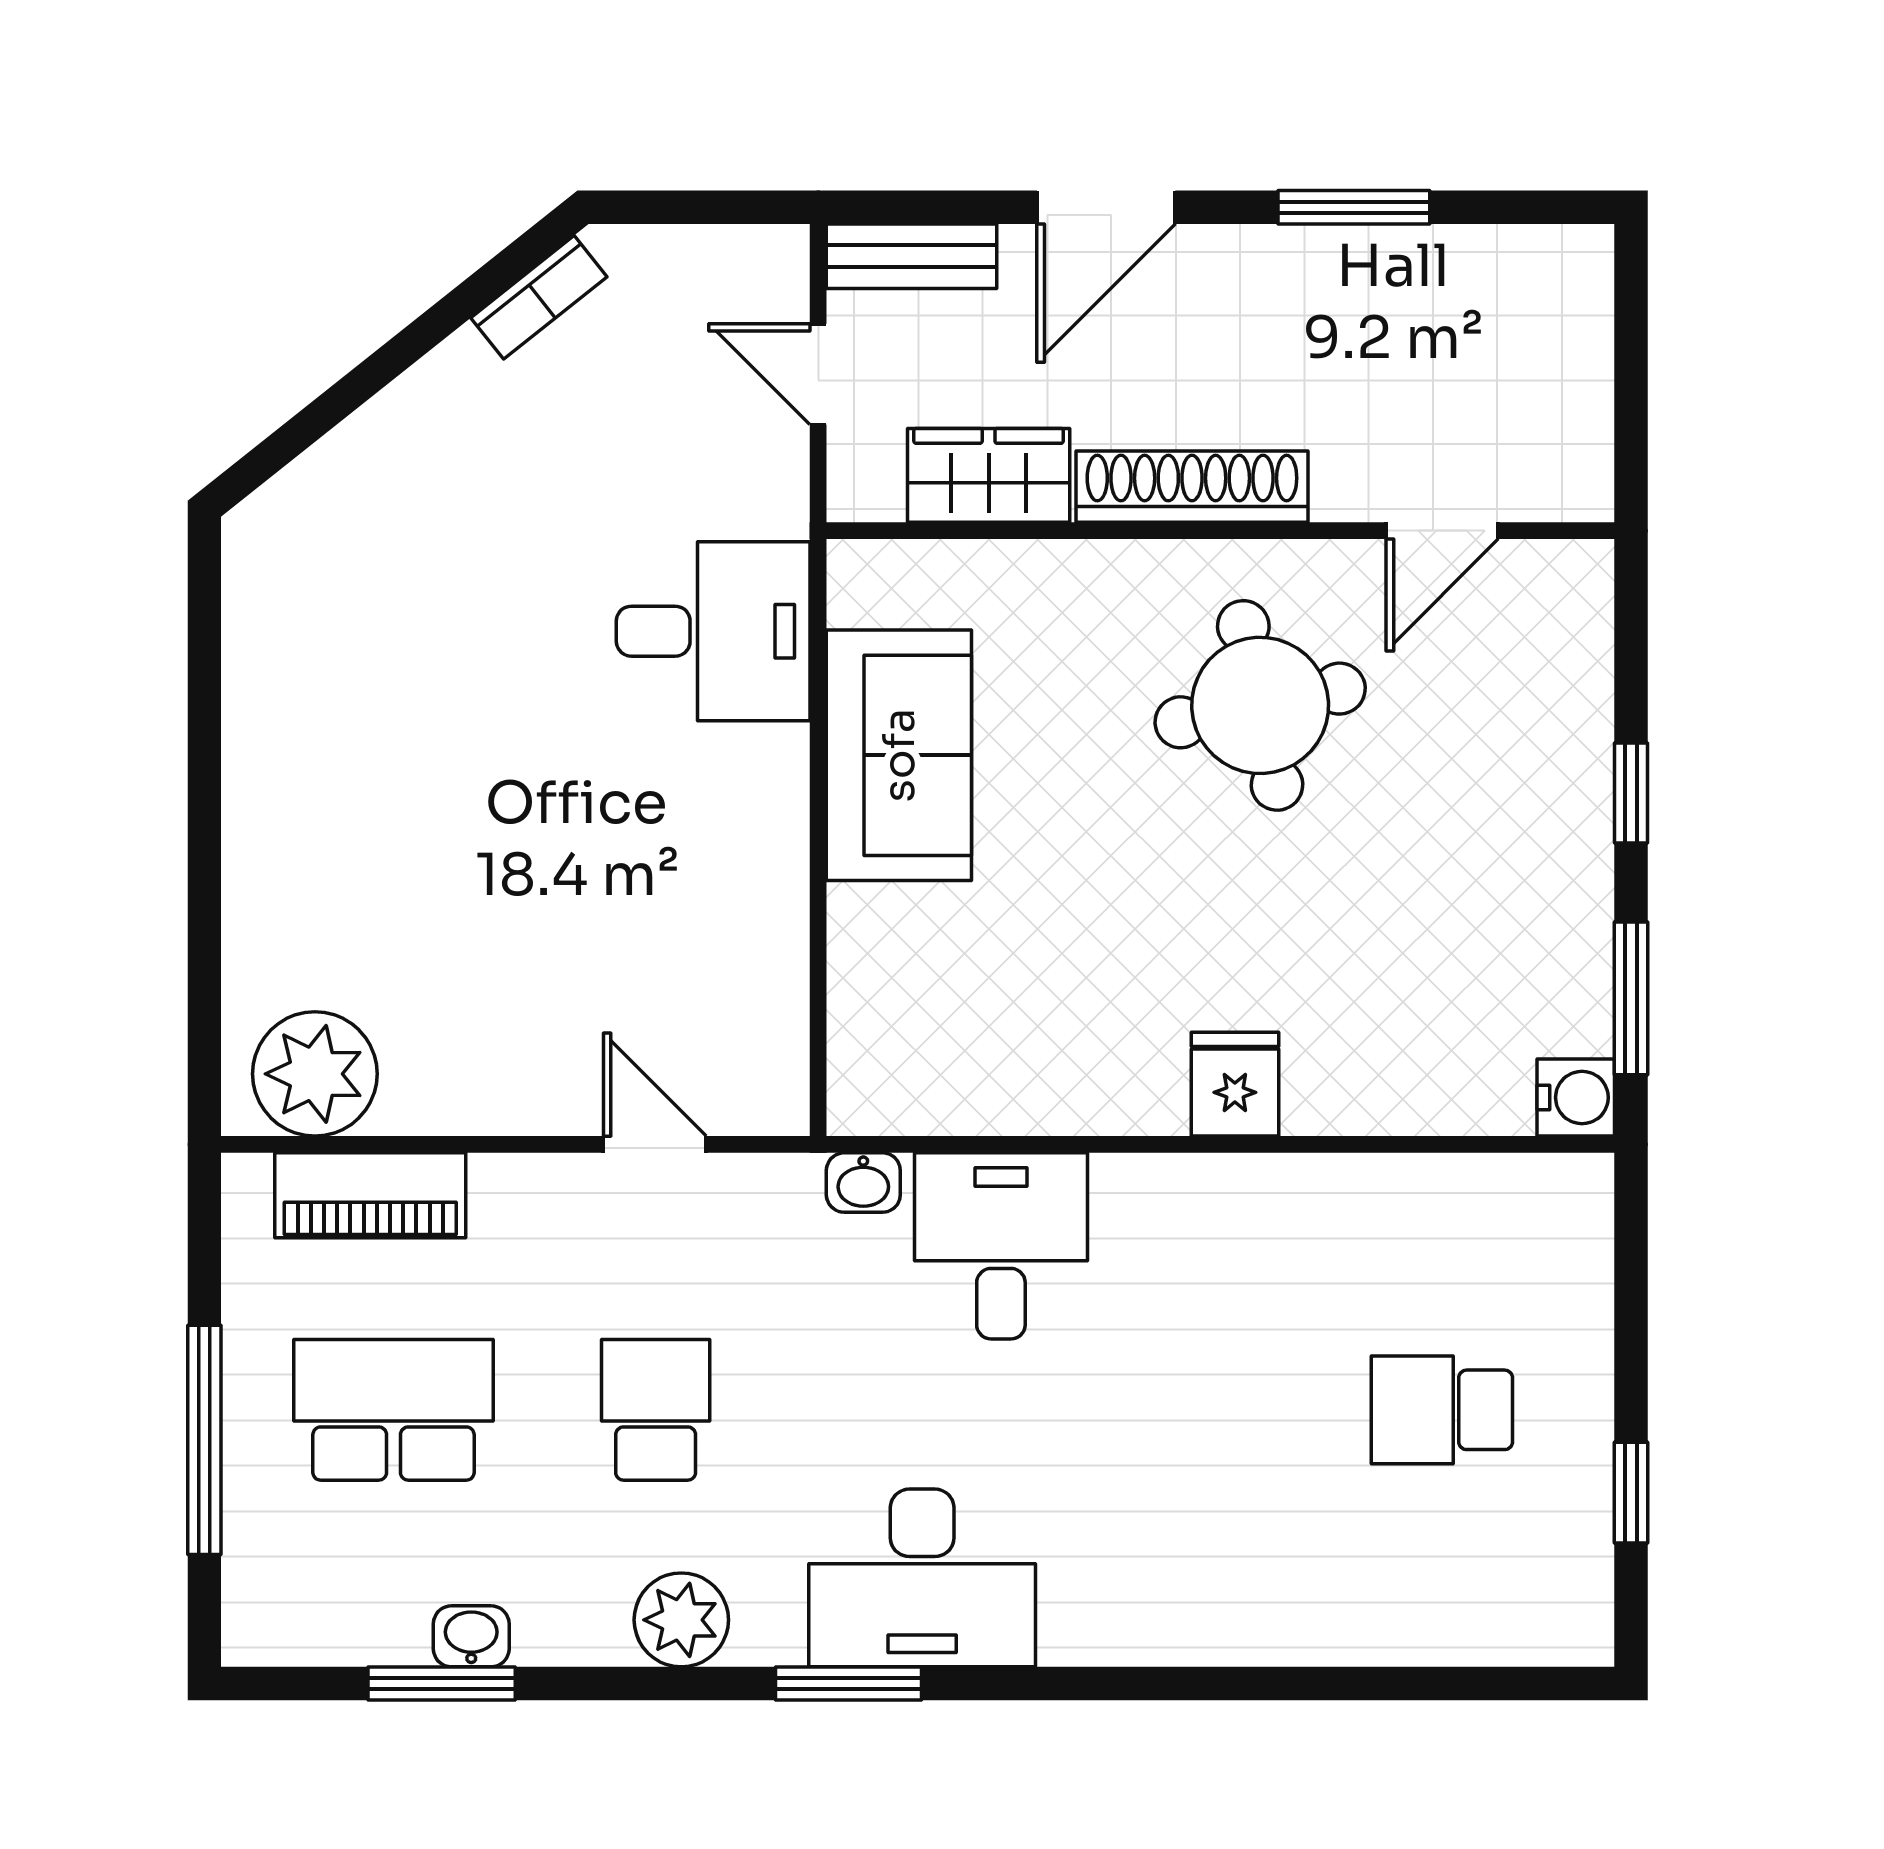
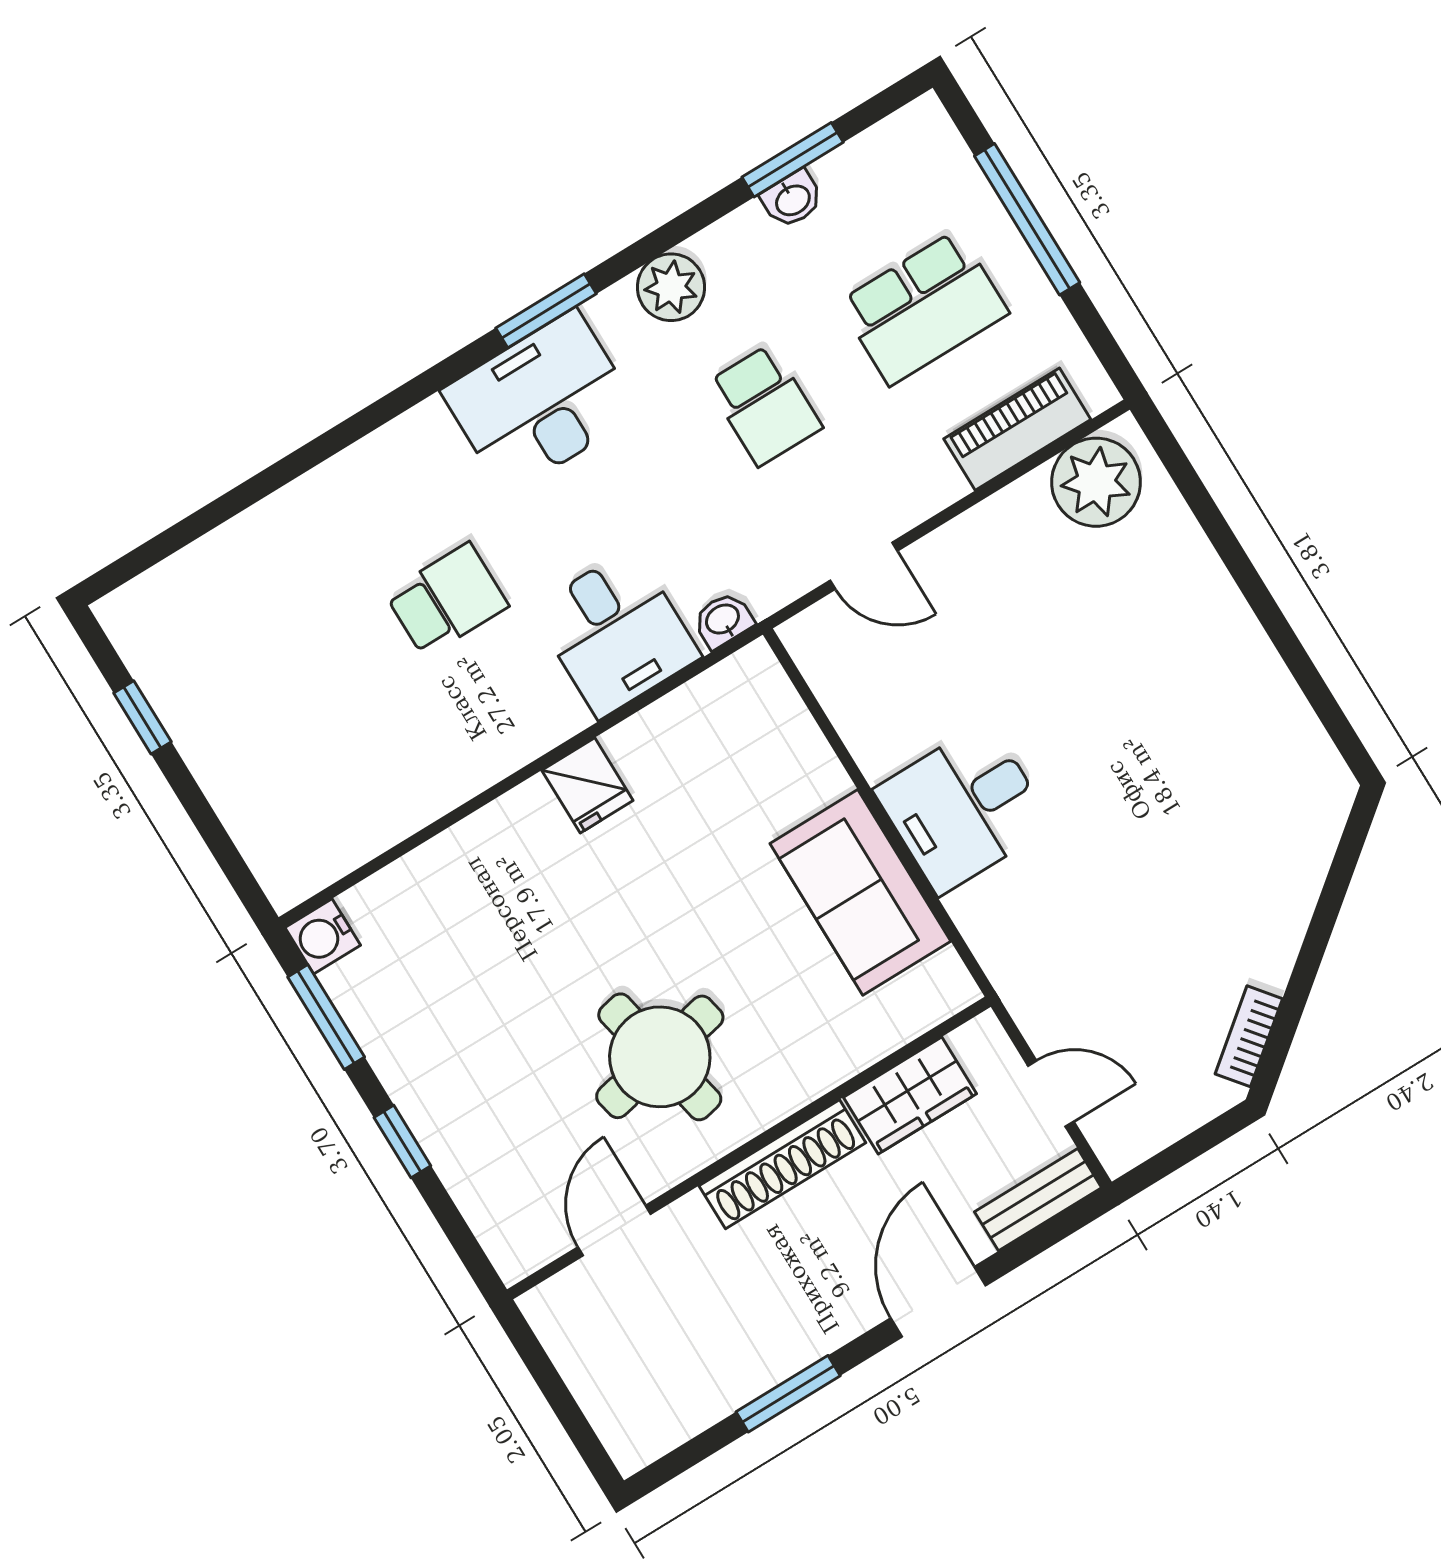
desk: (713, 631) -> (963, 808), moved
fridge: (1235, 1084) -> (587, 785), moved
school desk: (1442, 1410) -> (447, 600), moved

